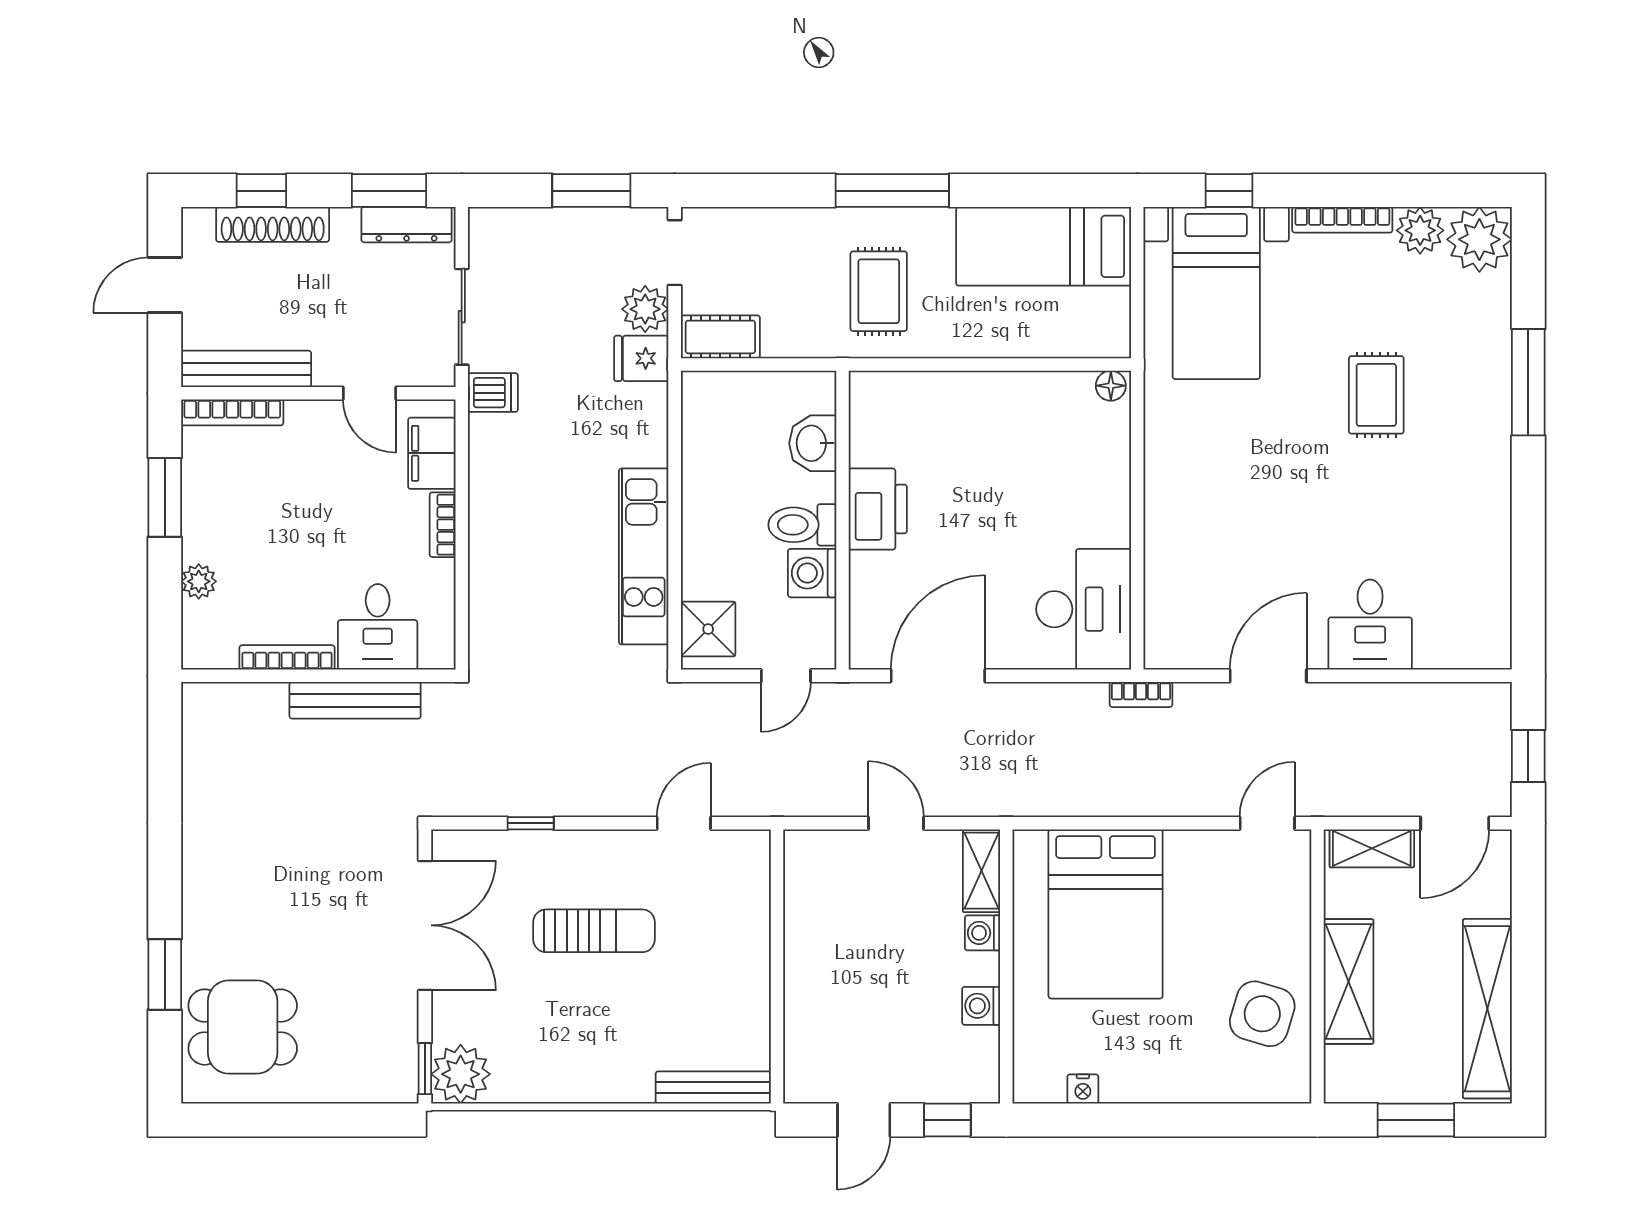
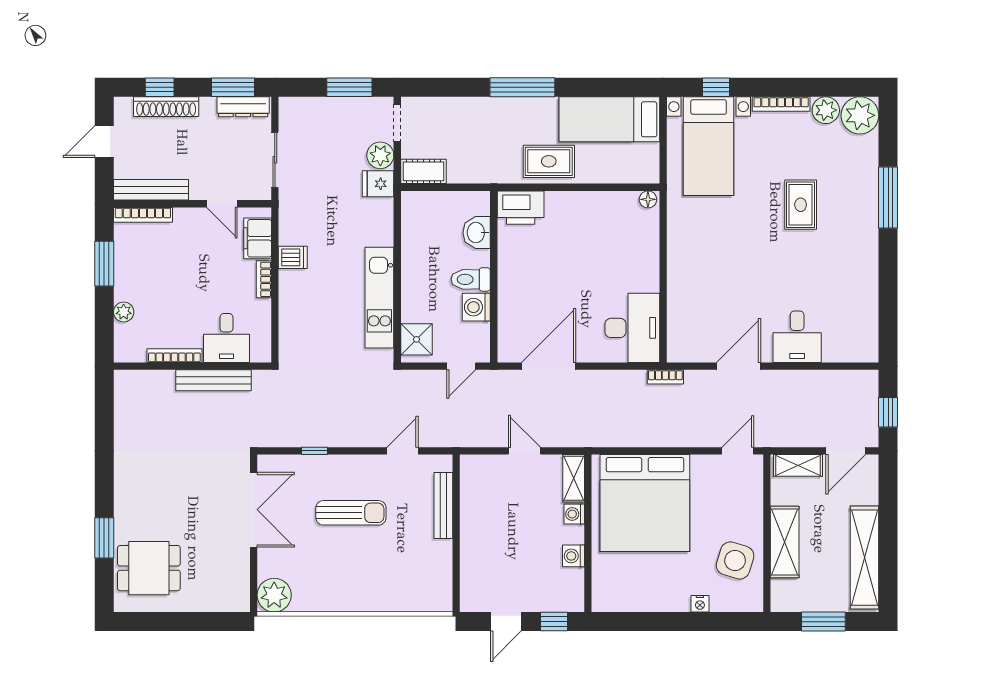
rug: (879, 291) -> (549, 161), moved, turned 90
dishwasher: (493, 393) -> (293, 257), moved
printer: (878, 509) -> (521, 208), moved, turned 90
bed: (1106, 914) -> (645, 503), width x1.36
window: (425, 1069) -> (254, 592), removed
bench: (713, 1087) -> (443, 505), moved, turned 90
nightstand: (1083, 1089) -> (700, 604), moved

